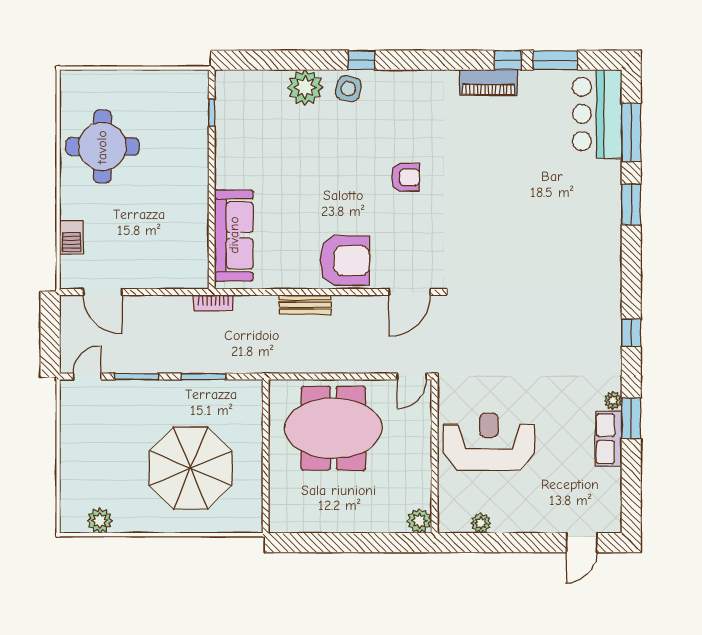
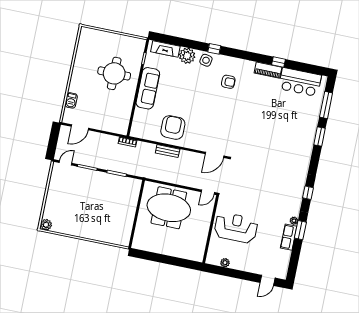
window: (555, 60) -> (299, 66), removed
fireplace: (254, 82) -> (165, 49), added
bar counter: (597, 114) -> (300, 82), moved, turned -90
round table: (102, 147) -> (114, 73), moved
armchair: (405, 177) -> (228, 82), moved
sofa: (234, 235) -> (148, 88), moved
armchair: (345, 261) -> (173, 127), moved, turned -90
door: (103, 292) -> (80, 127), hinge flipped
parasol: (191, 468) -> (103, 212), removed
plant: (100, 521) -> (46, 225), moved
plant: (419, 521) -> (198, 256), removed

